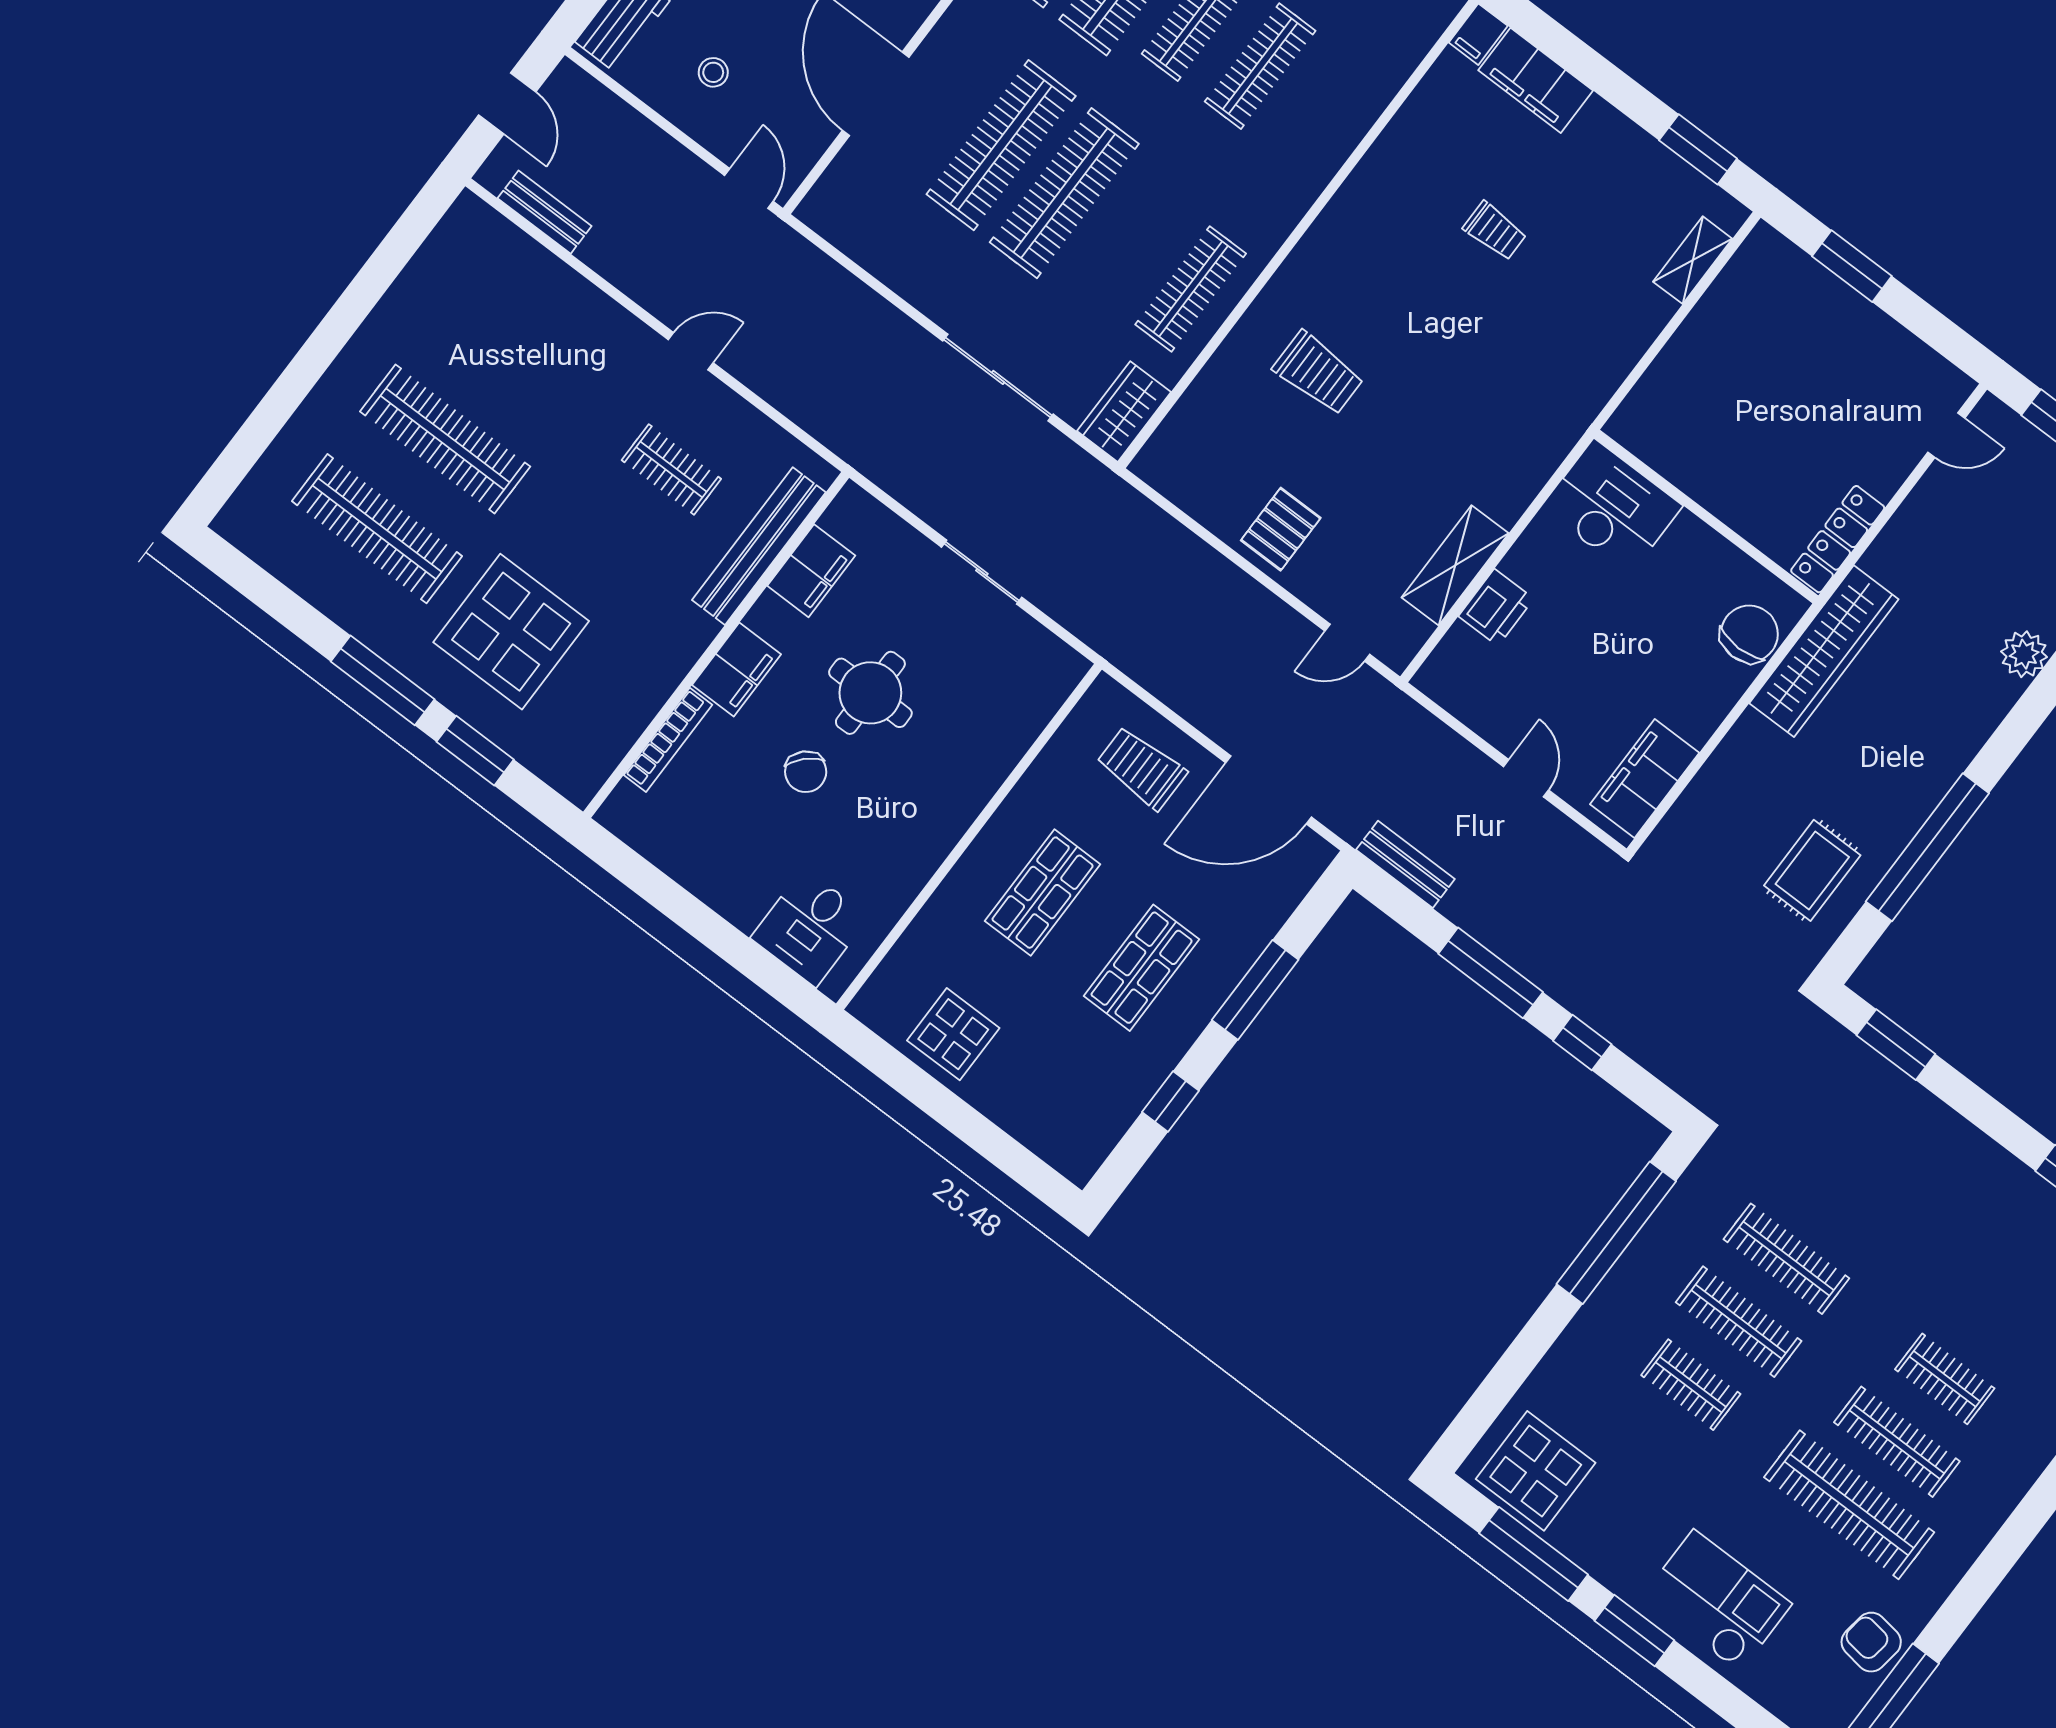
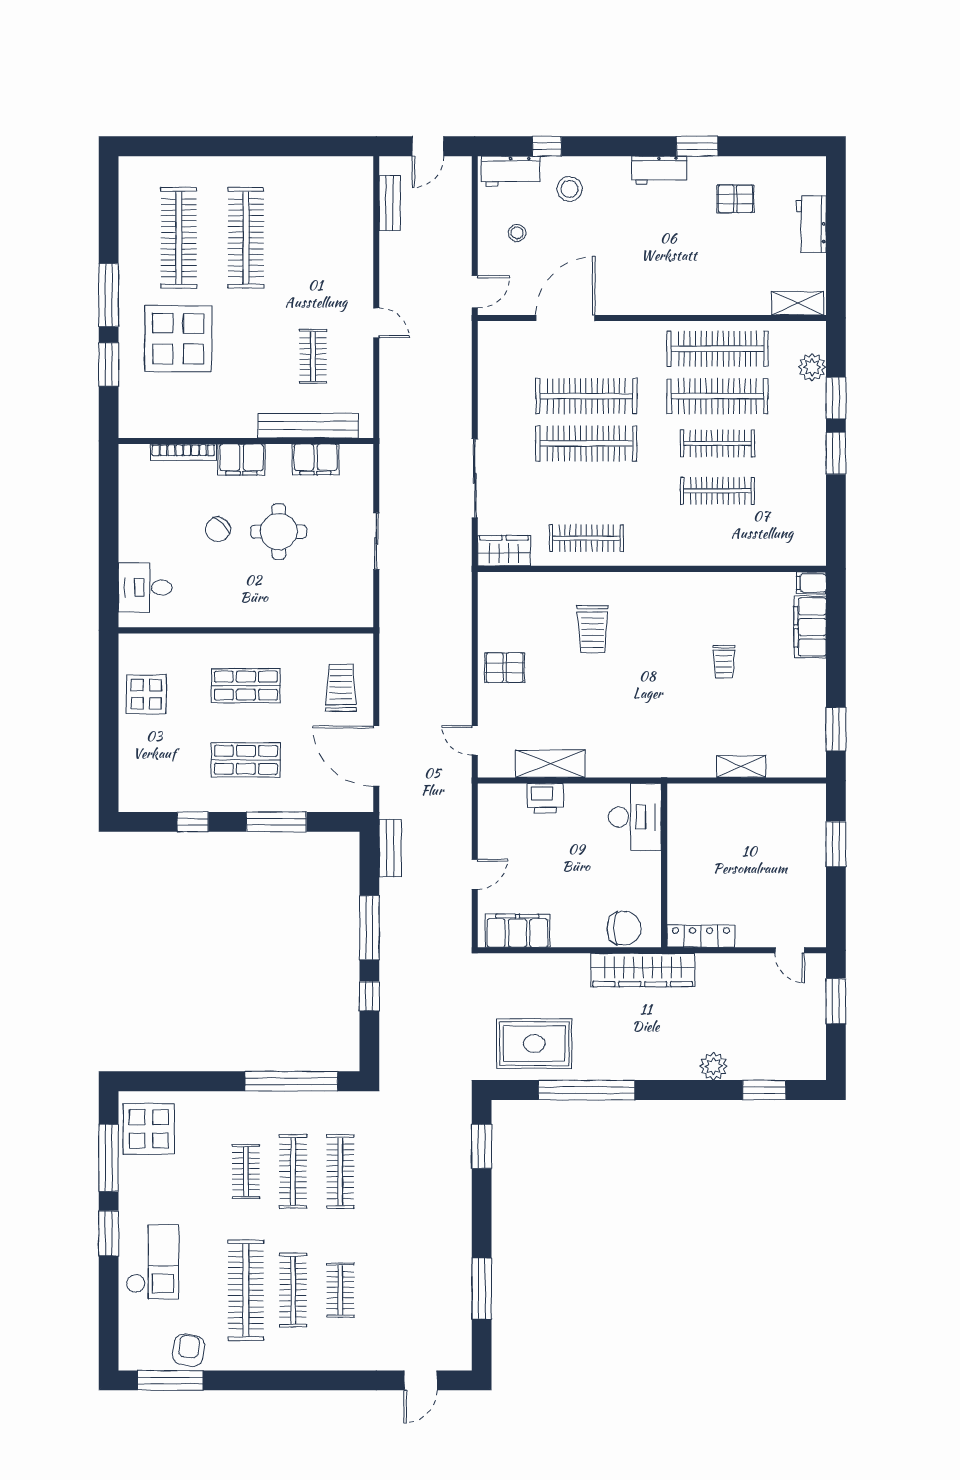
shelving: (1693, 260) -> (741, 766), moved
rug: (1812, 870) -> (534, 1044), width x1.36, depth x1.43

